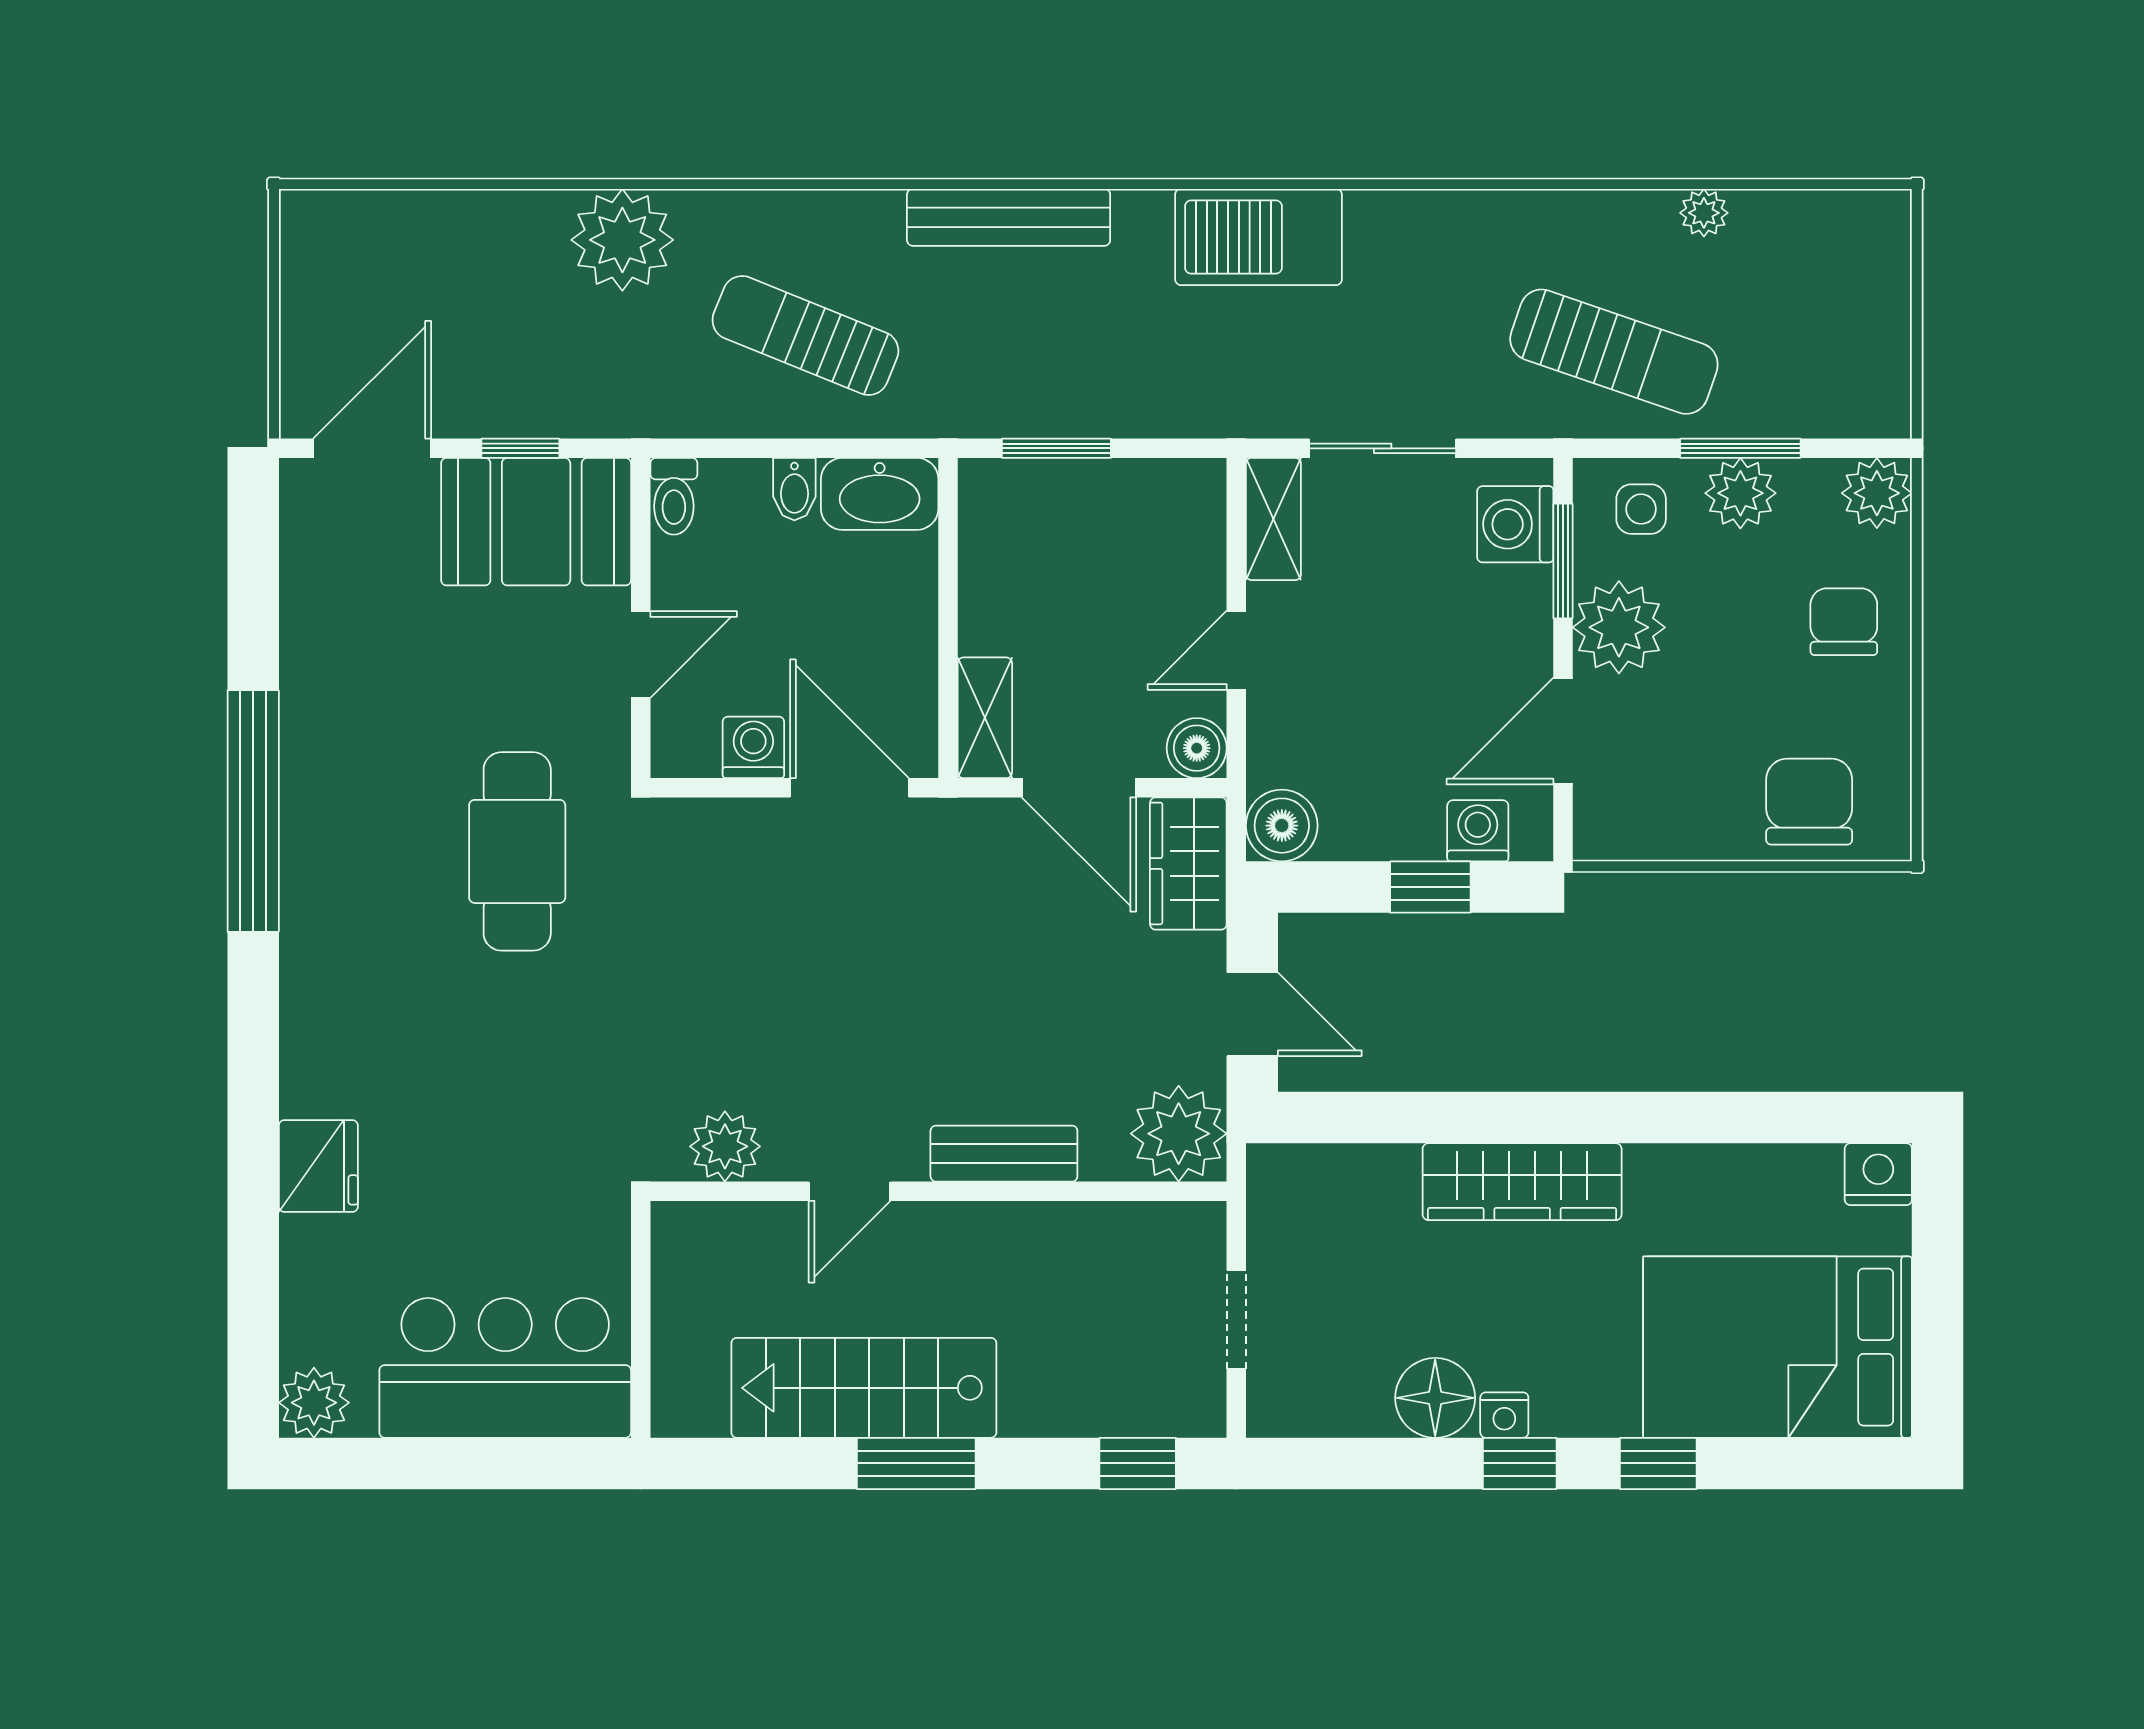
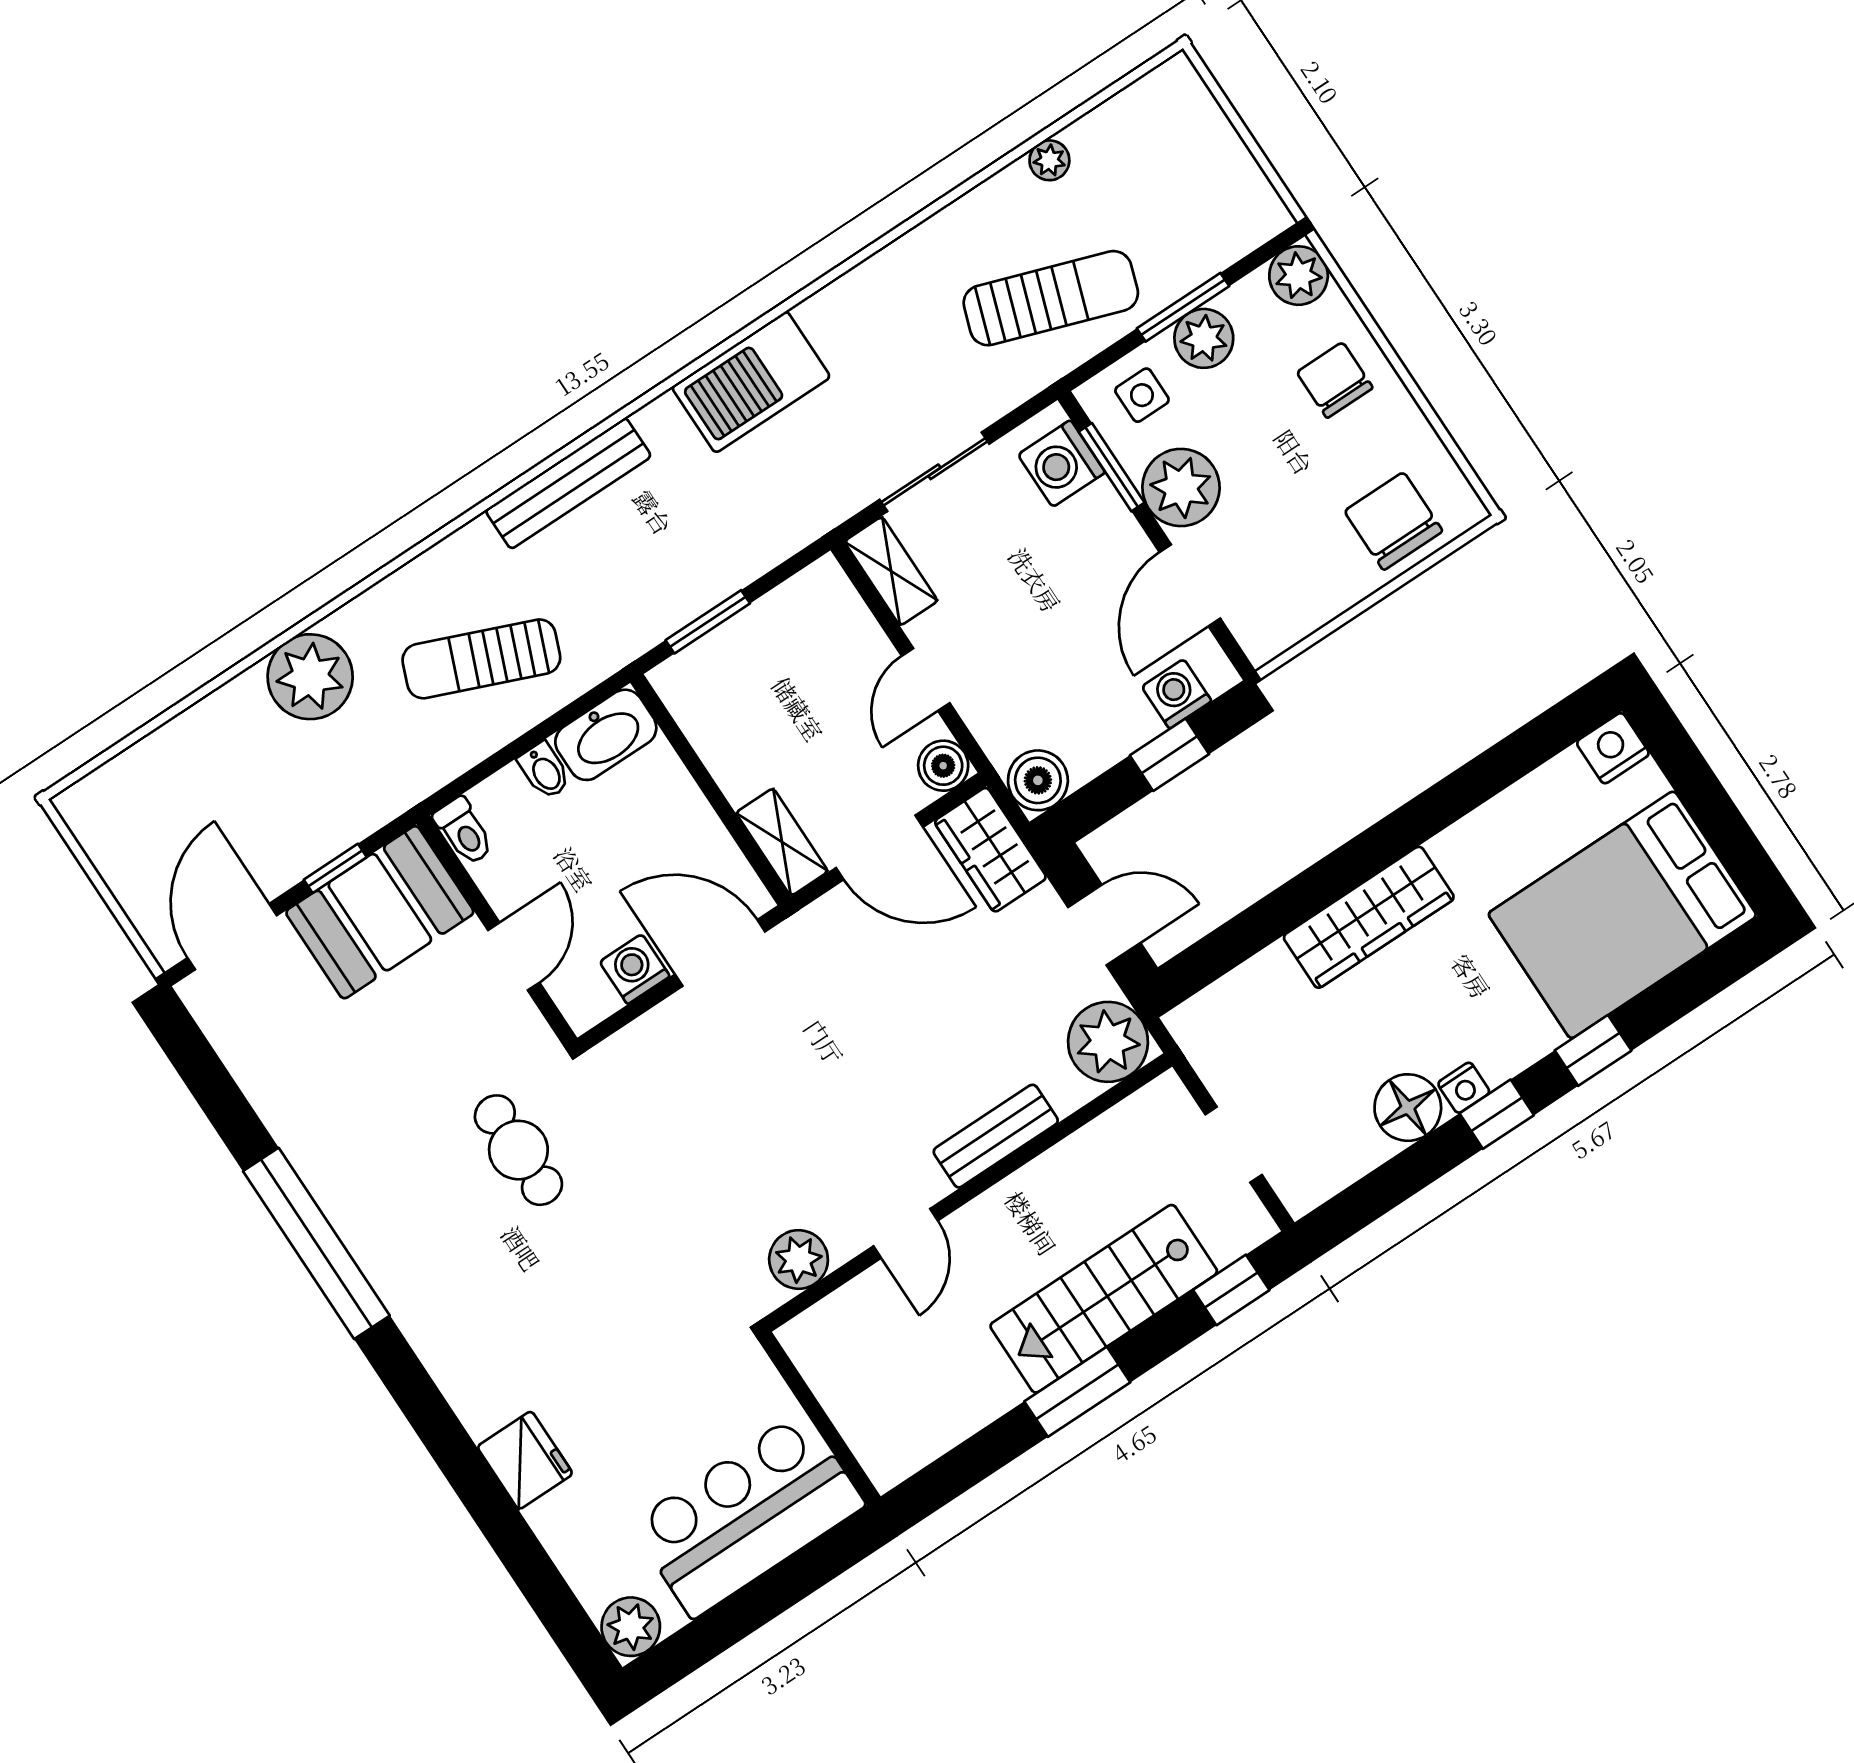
cafe table: (517, 851) -> (518, 1150), width x0.73, depth x0.74
stairs: (864, 1388) -> (1104, 1299), moved

